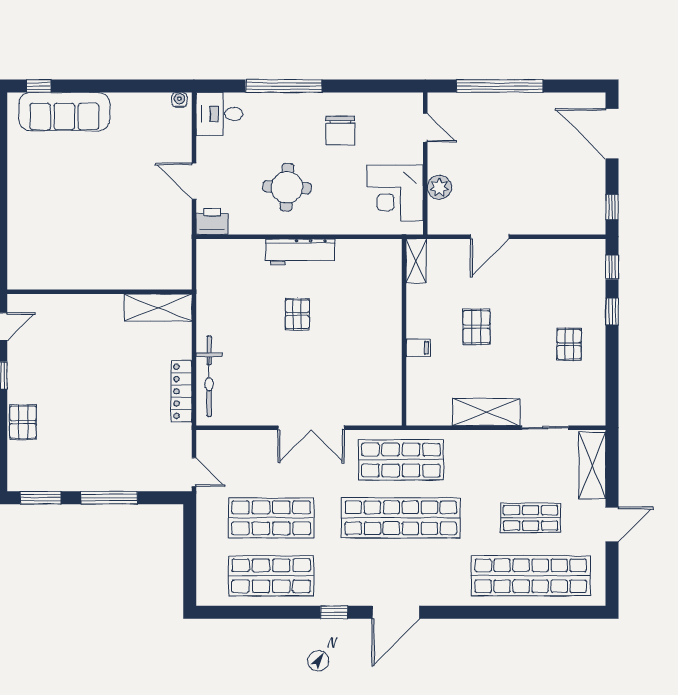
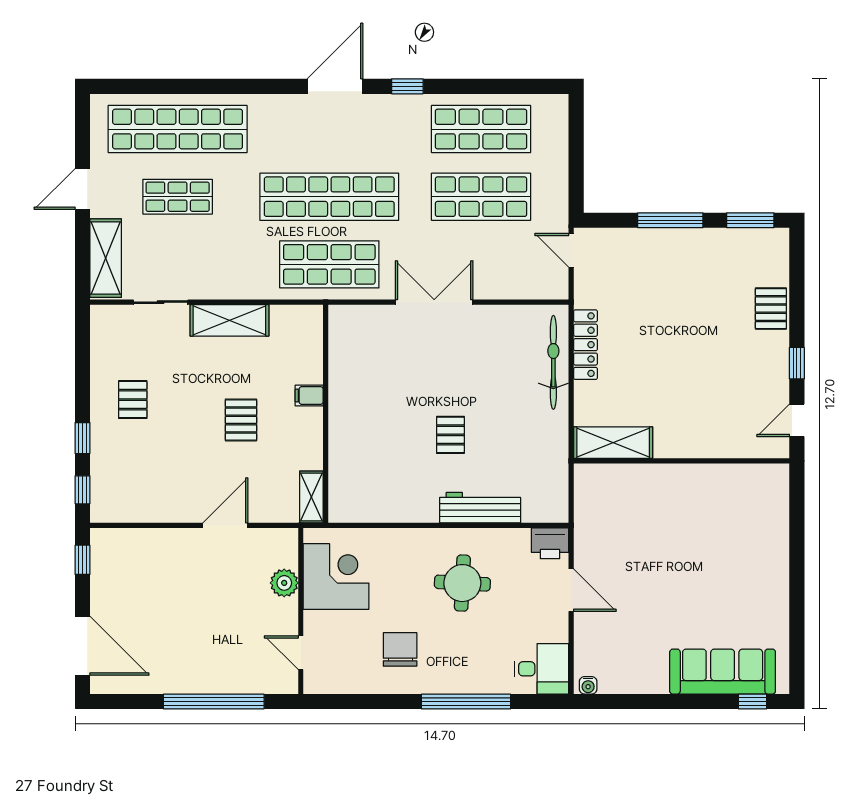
workbench: (300, 252) -> (480, 508), moved

